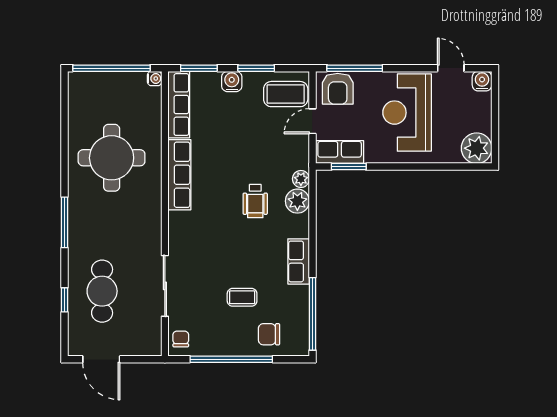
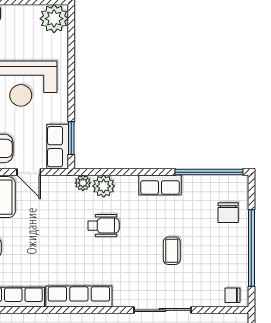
sliding door: (165, 286) -> (163, 310), moved
coffee table: (242, 297) -> (172, 251), moved

